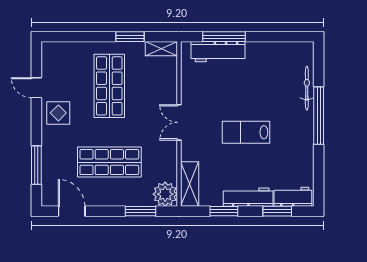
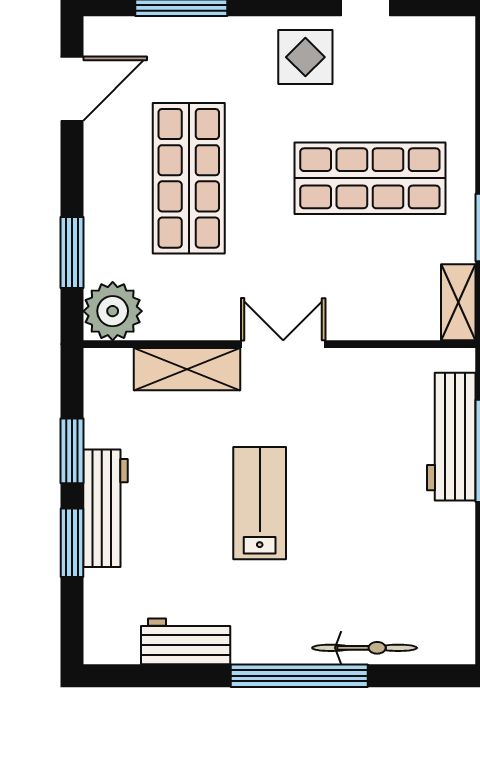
shelving: (190, 184) -> (187, 369), moved
workbench: (293, 197) -> (186, 641), moved, turned -90
window: (277, 211) -> (72, 543), moved

